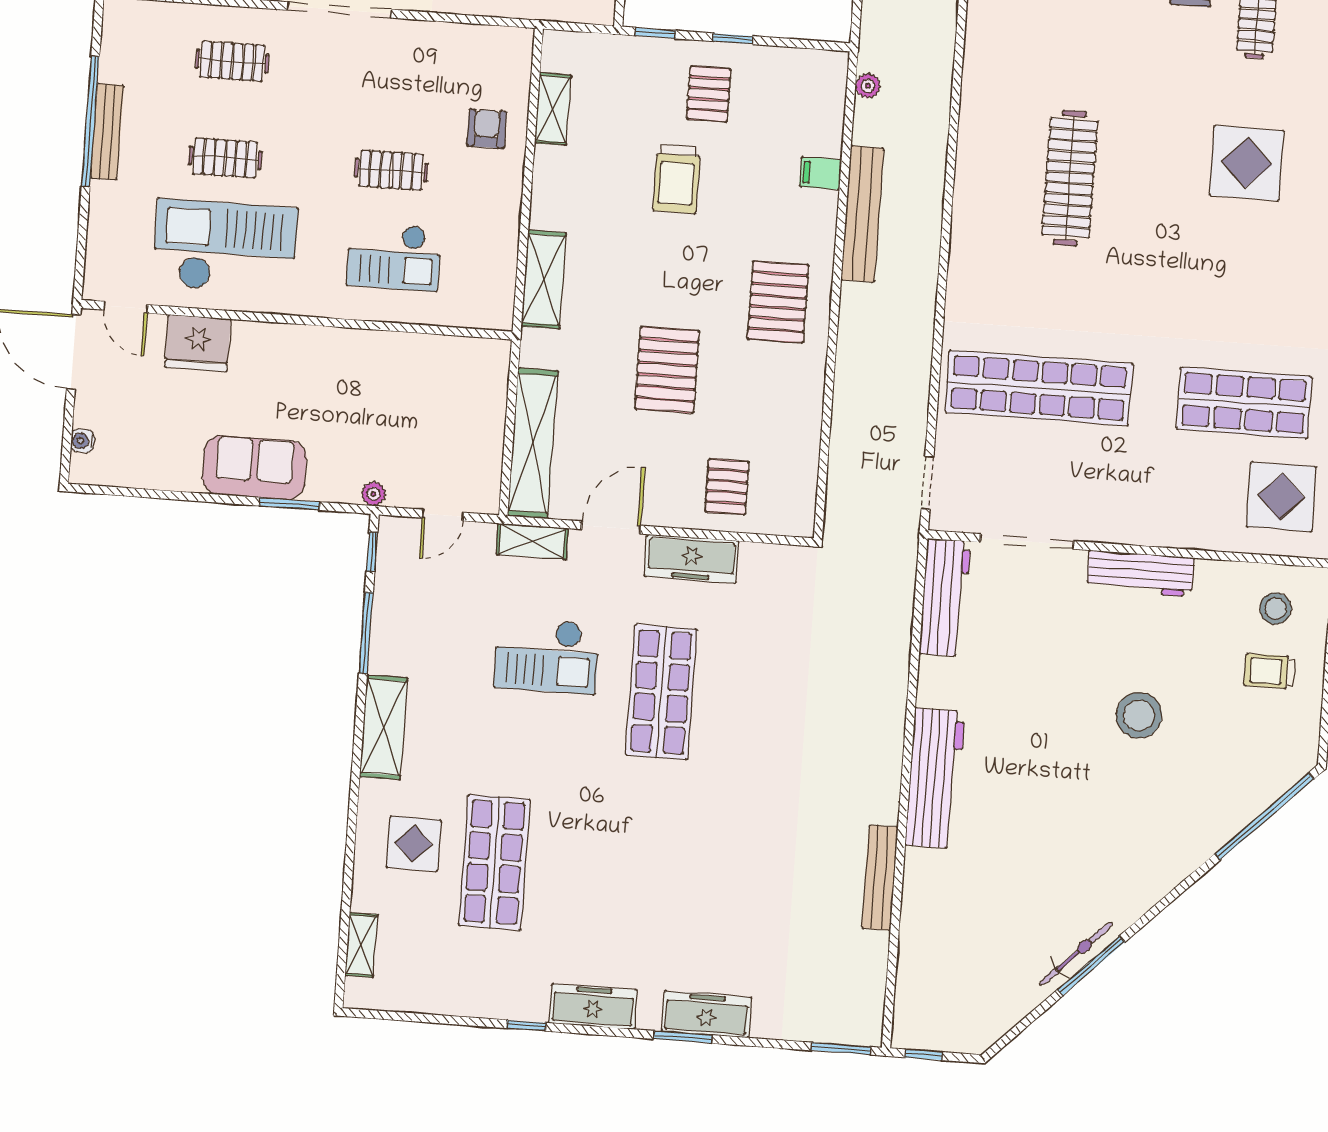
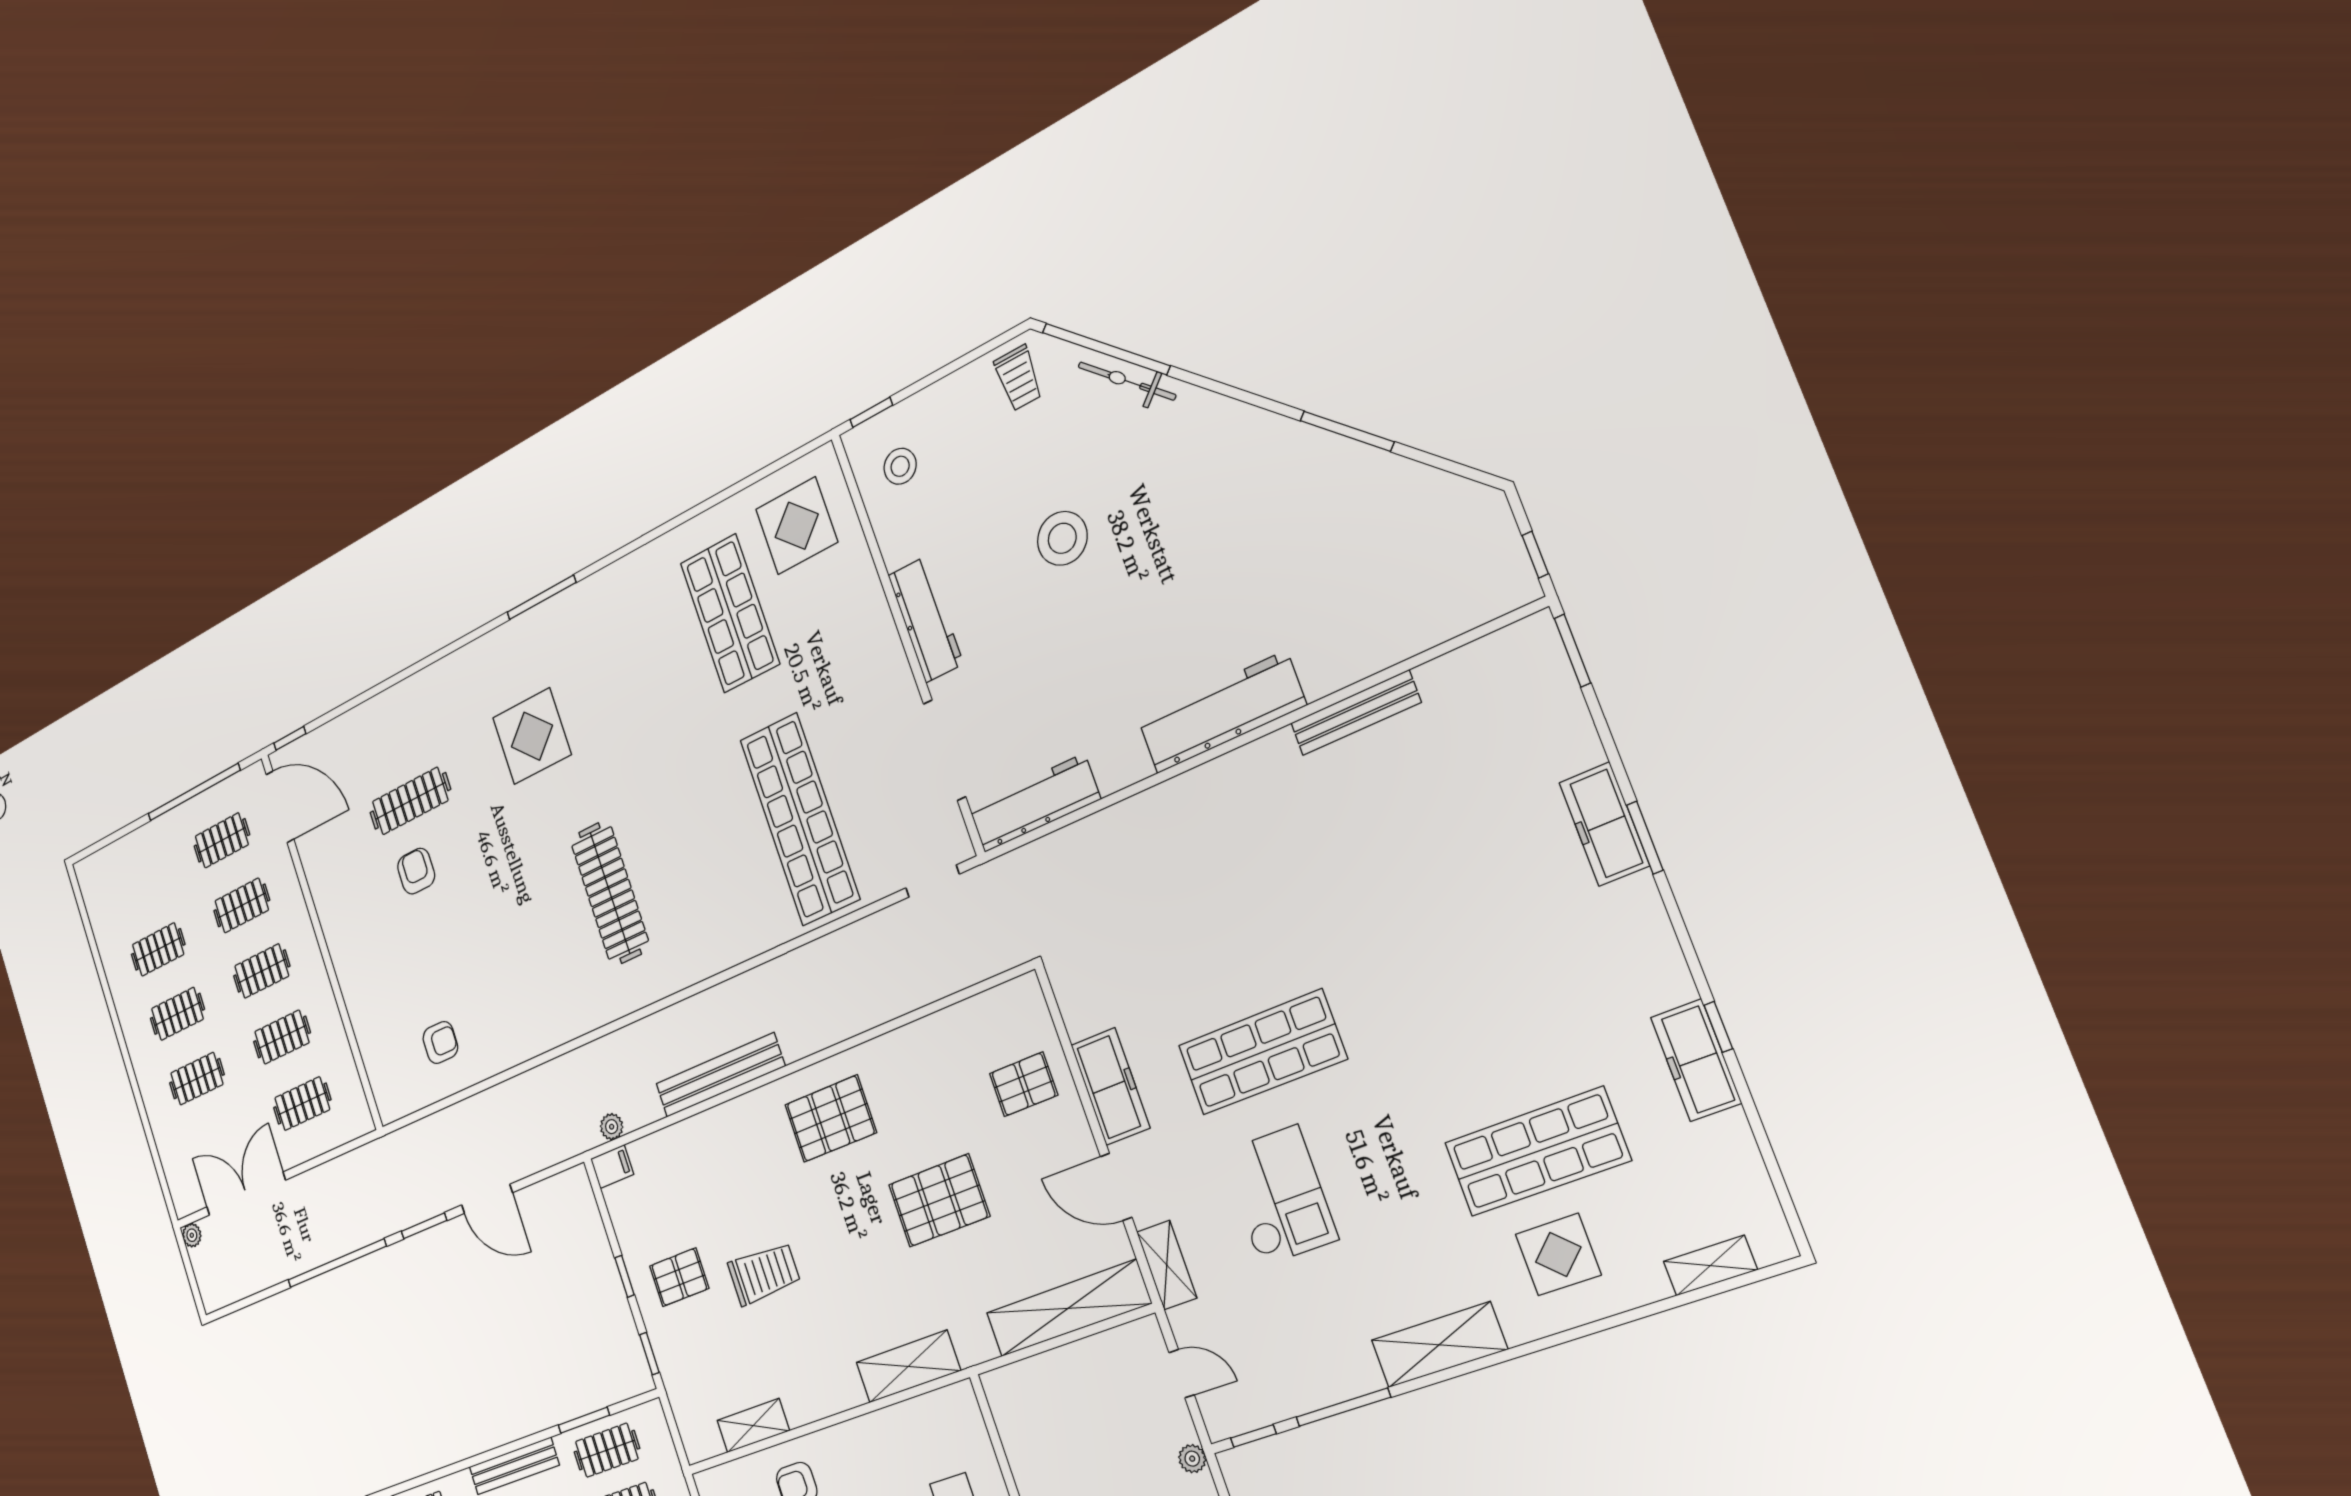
filing cabinet: (821, 173) -> (612, 1167), moved, turned -90
clothes rail: (1070, 178) -> (610, 893), turned 90
trolley: (1269, 671) -> (1018, 378), moved
bicycle: (1076, 954) -> (1127, 381), moved
freezer: (593, 1006) -> (1696, 1060), moved

